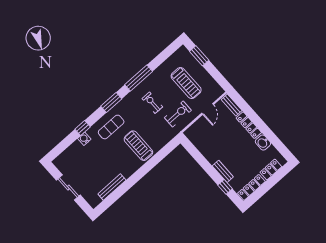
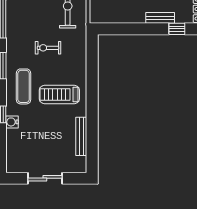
exercise bike: (152, 103) -> (48, 48), moved
treadmill: (138, 146) -> (59, 94), moved

